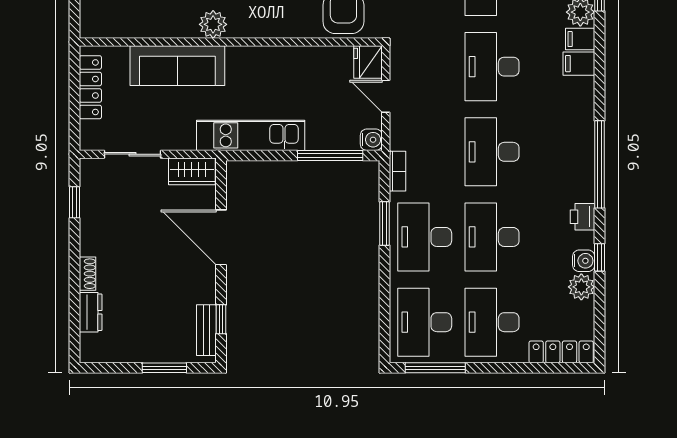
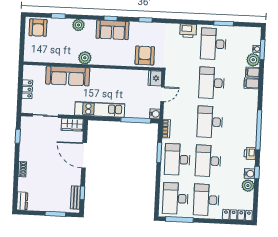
locker: (90, 87) -> (27, 89), width x0.66
door: (386, 96) -> (162, 94), swing flipped
dresser: (91, 312) -> (22, 201), moved

